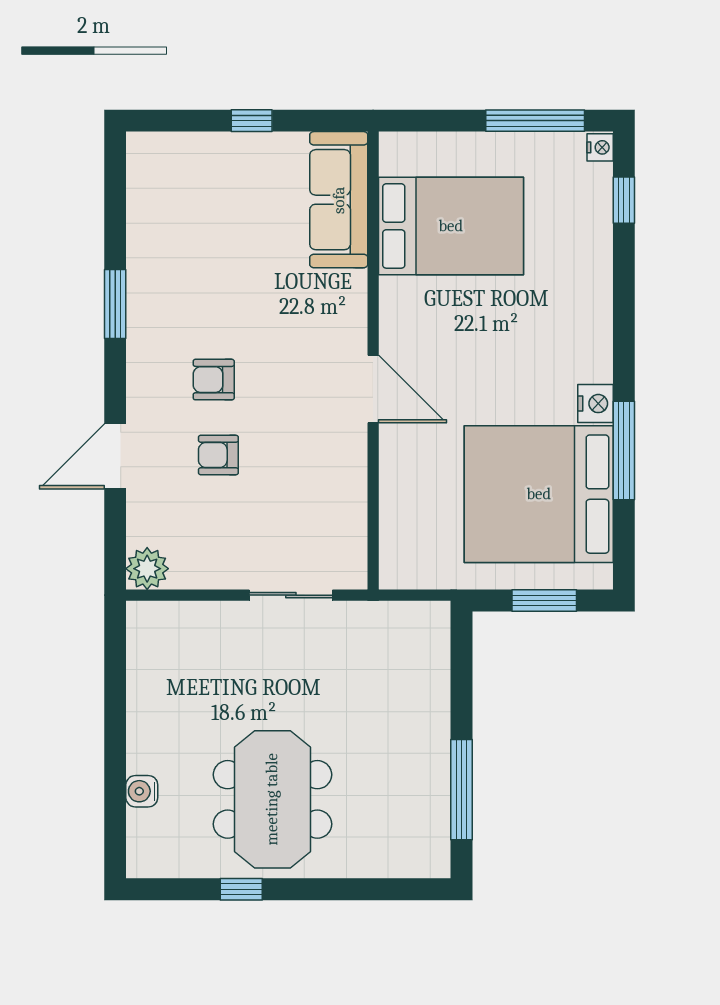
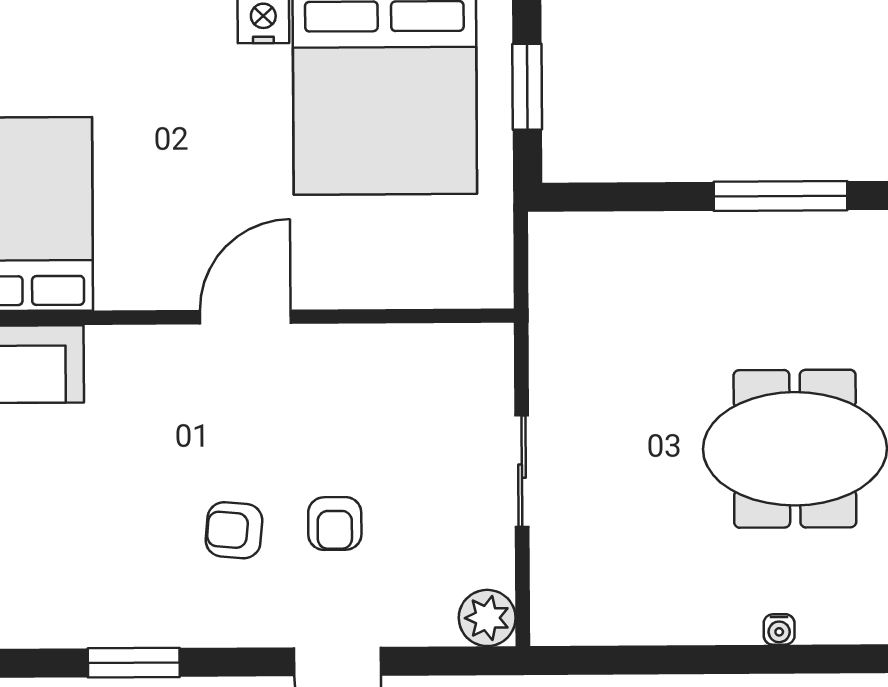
armchair: (214, 380) -> (234, 530), turned 95
sliding door: (291, 595) -> (522, 471), moved
water cooler: (142, 791) -> (779, 629), width x0.72, depth x0.72

